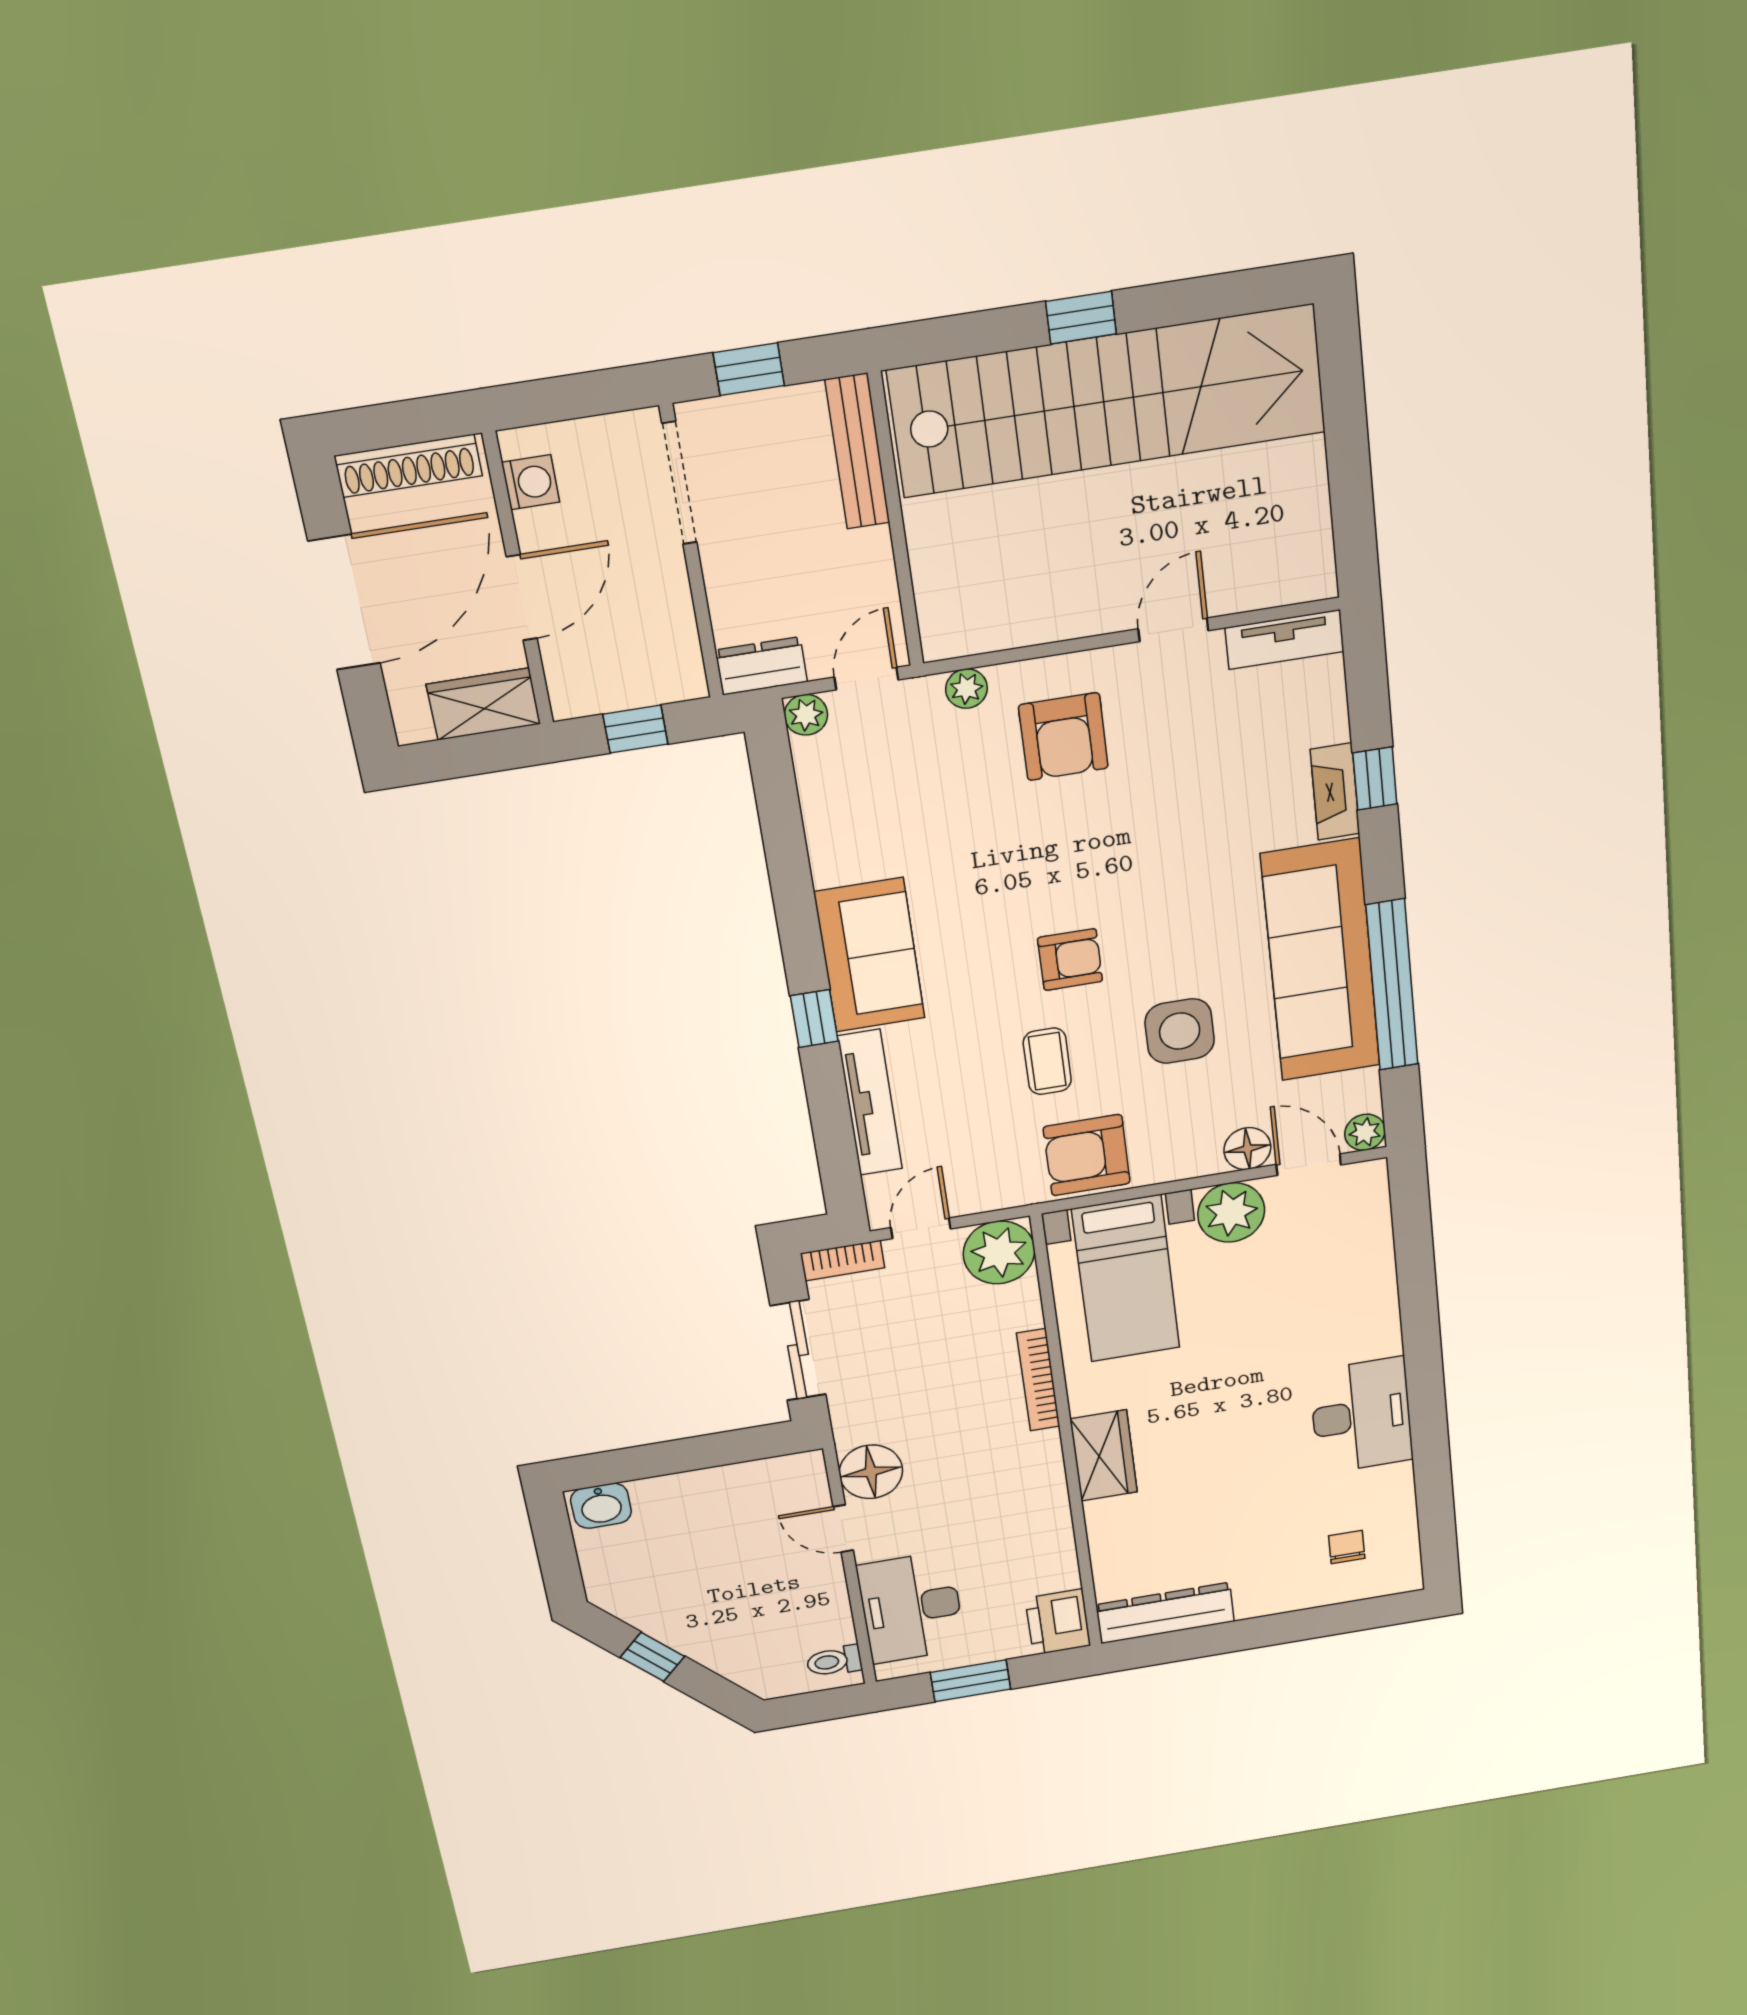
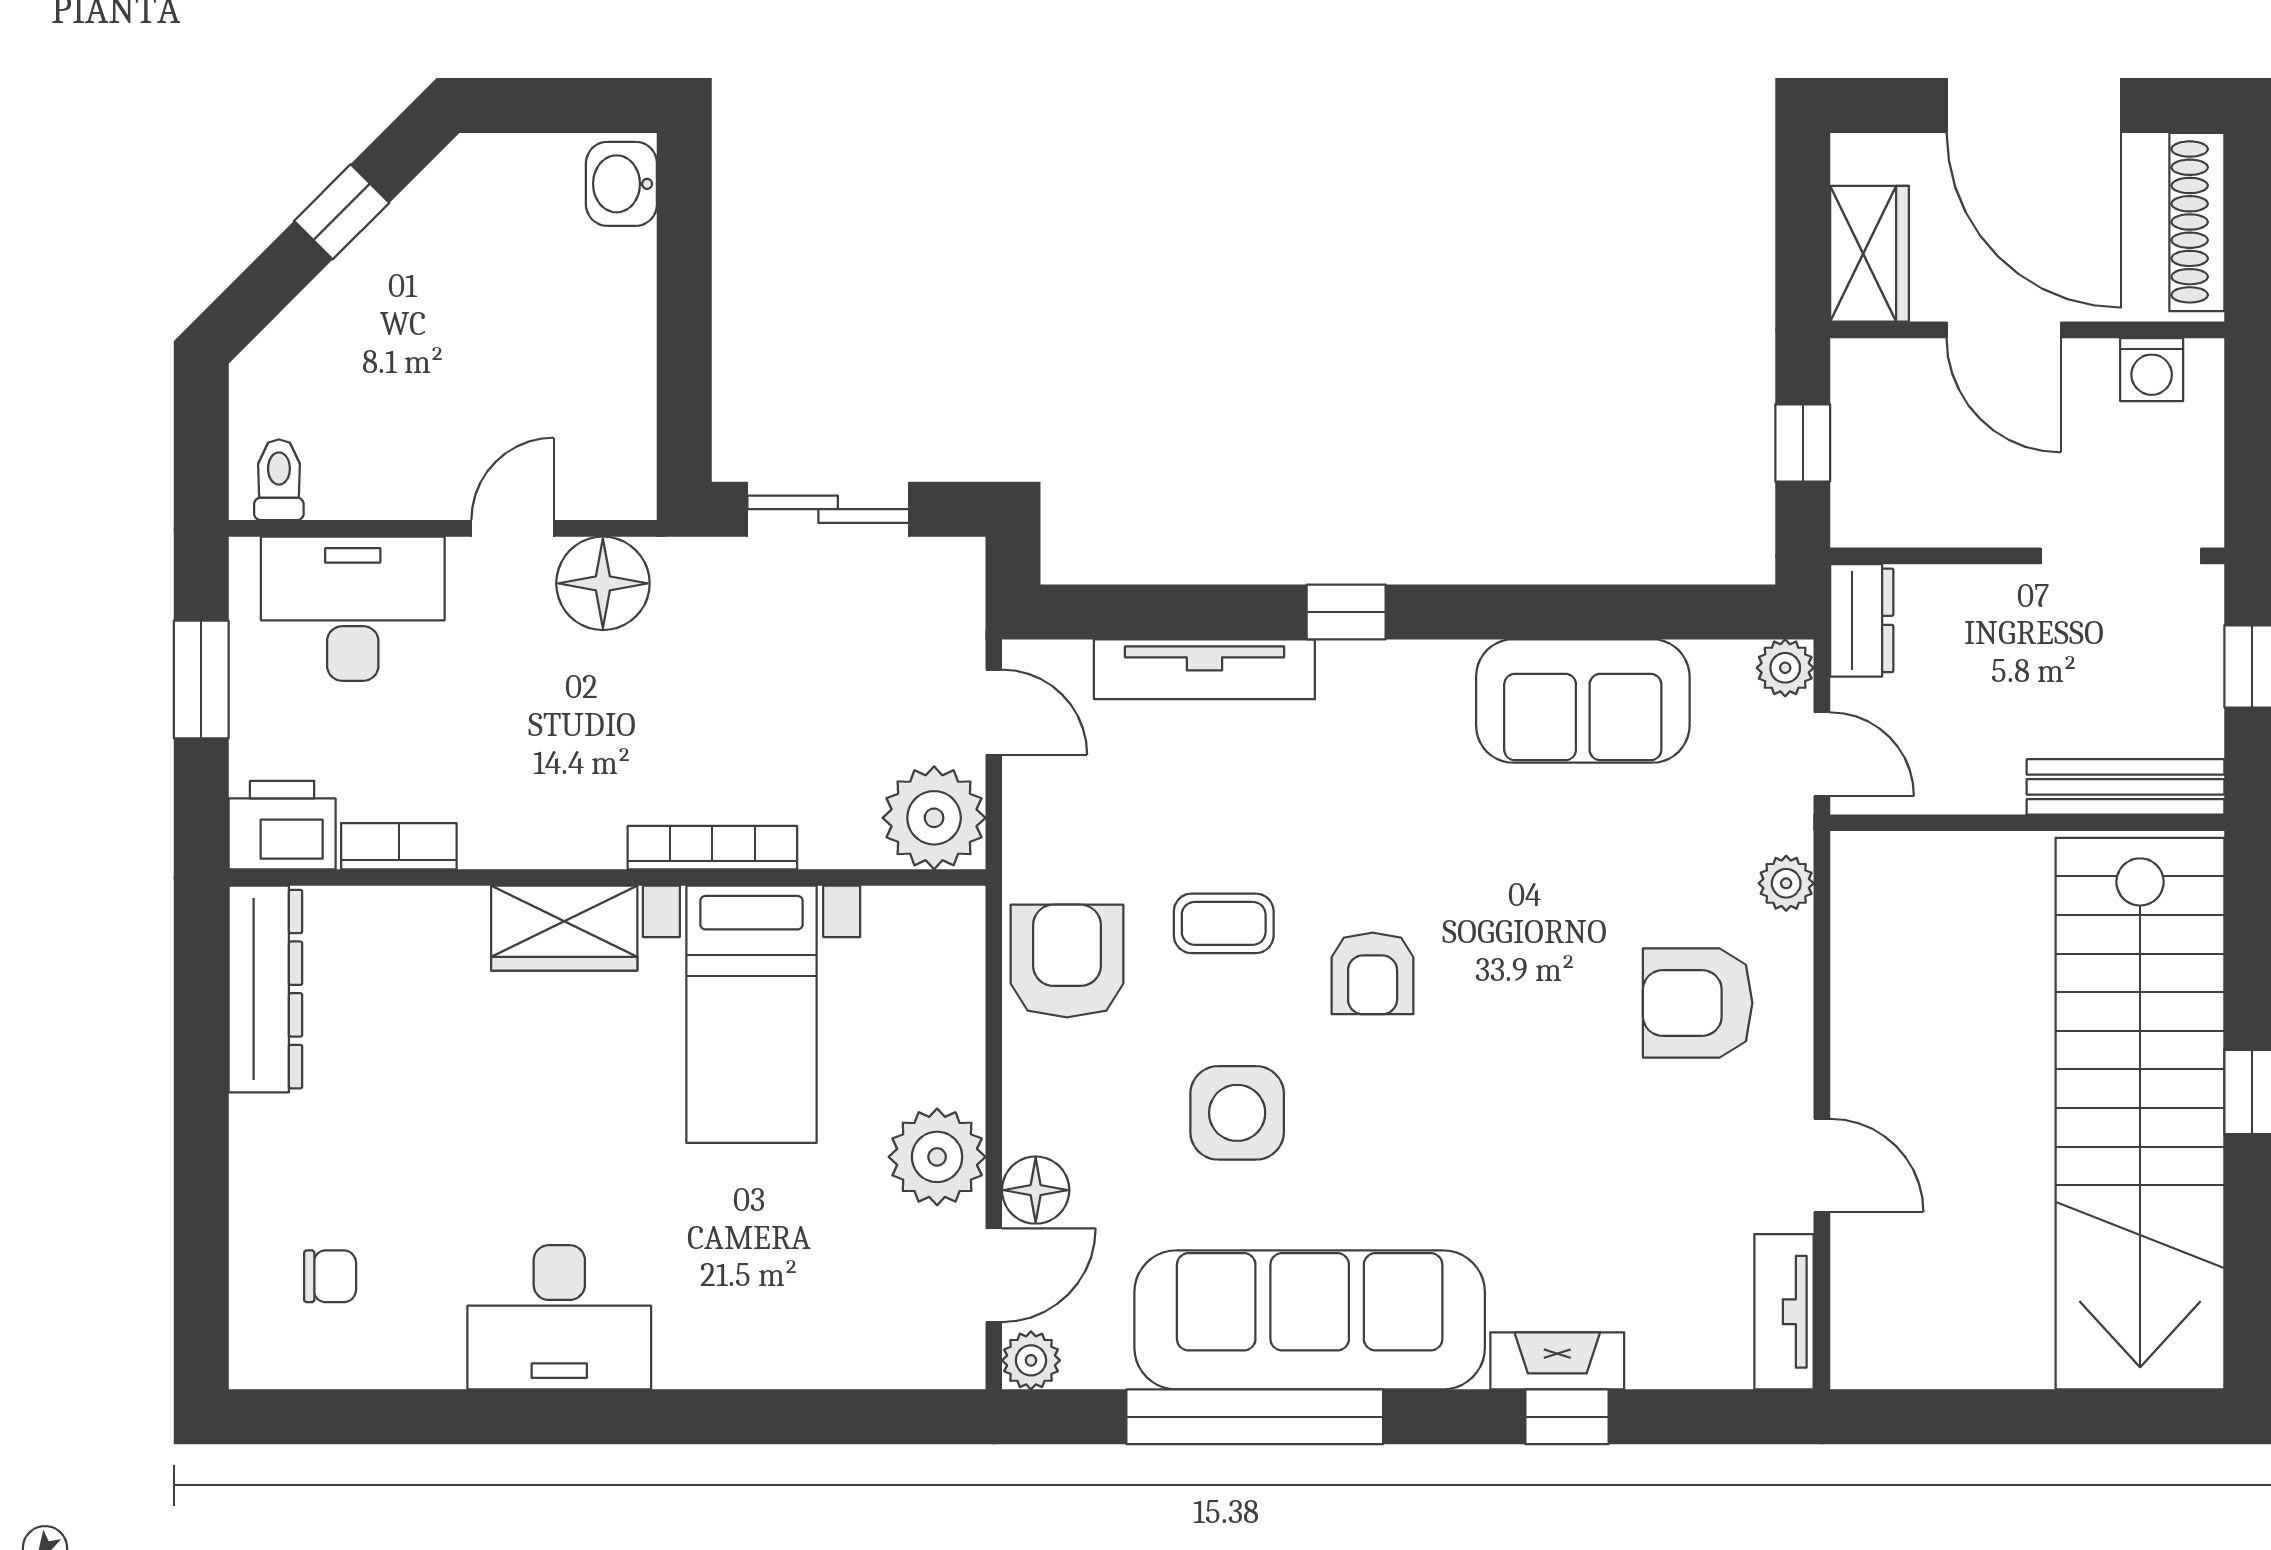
sofa: (869, 955) -> (1583, 701), moved
bookcase: (843, 1261) -> (399, 846), moved, turned 90
bed with nightstands: (1126, 1279) -> (751, 1014), moved, turned -90

